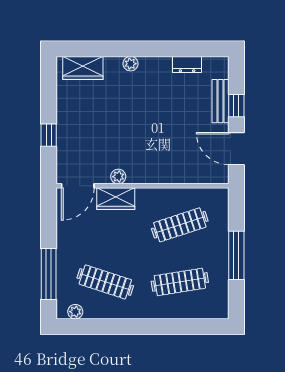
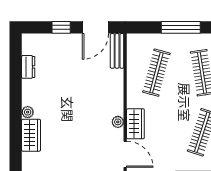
wardrobe: (83, 68) -> (31, 135), moved
bench: (221, 101) -> (117, 51), moved, turned 90
clothes rail: (180, 225) -> (156, 73), turned 33

